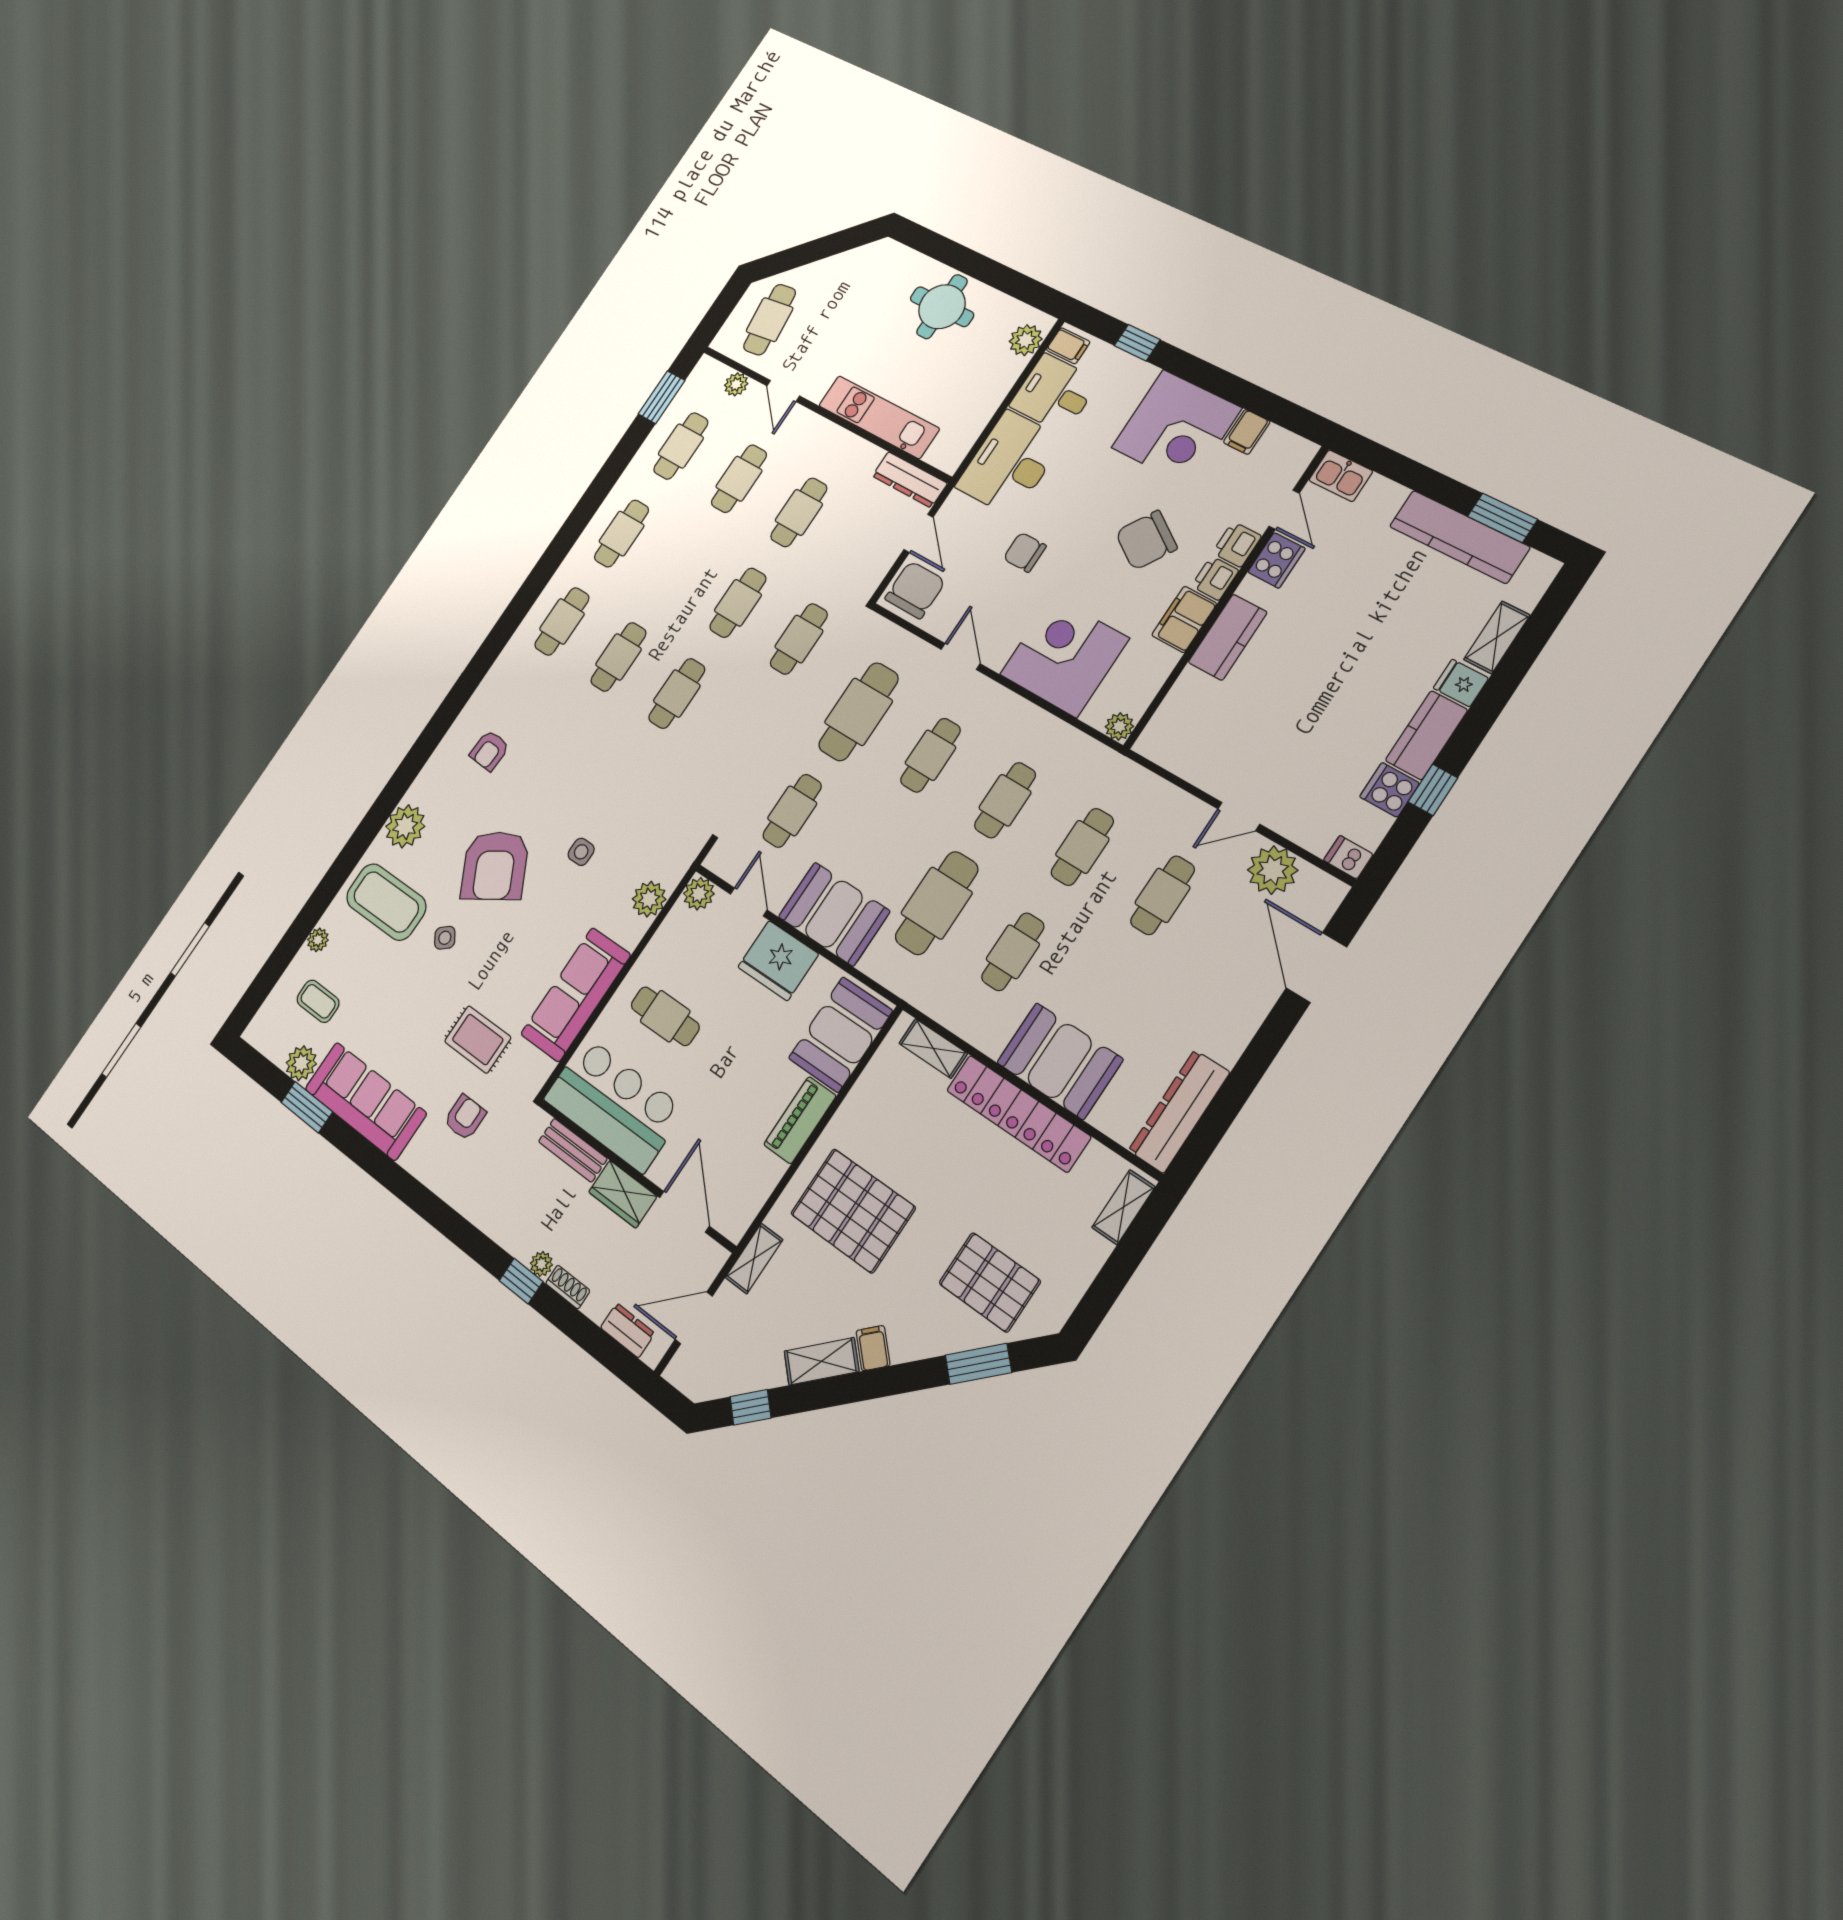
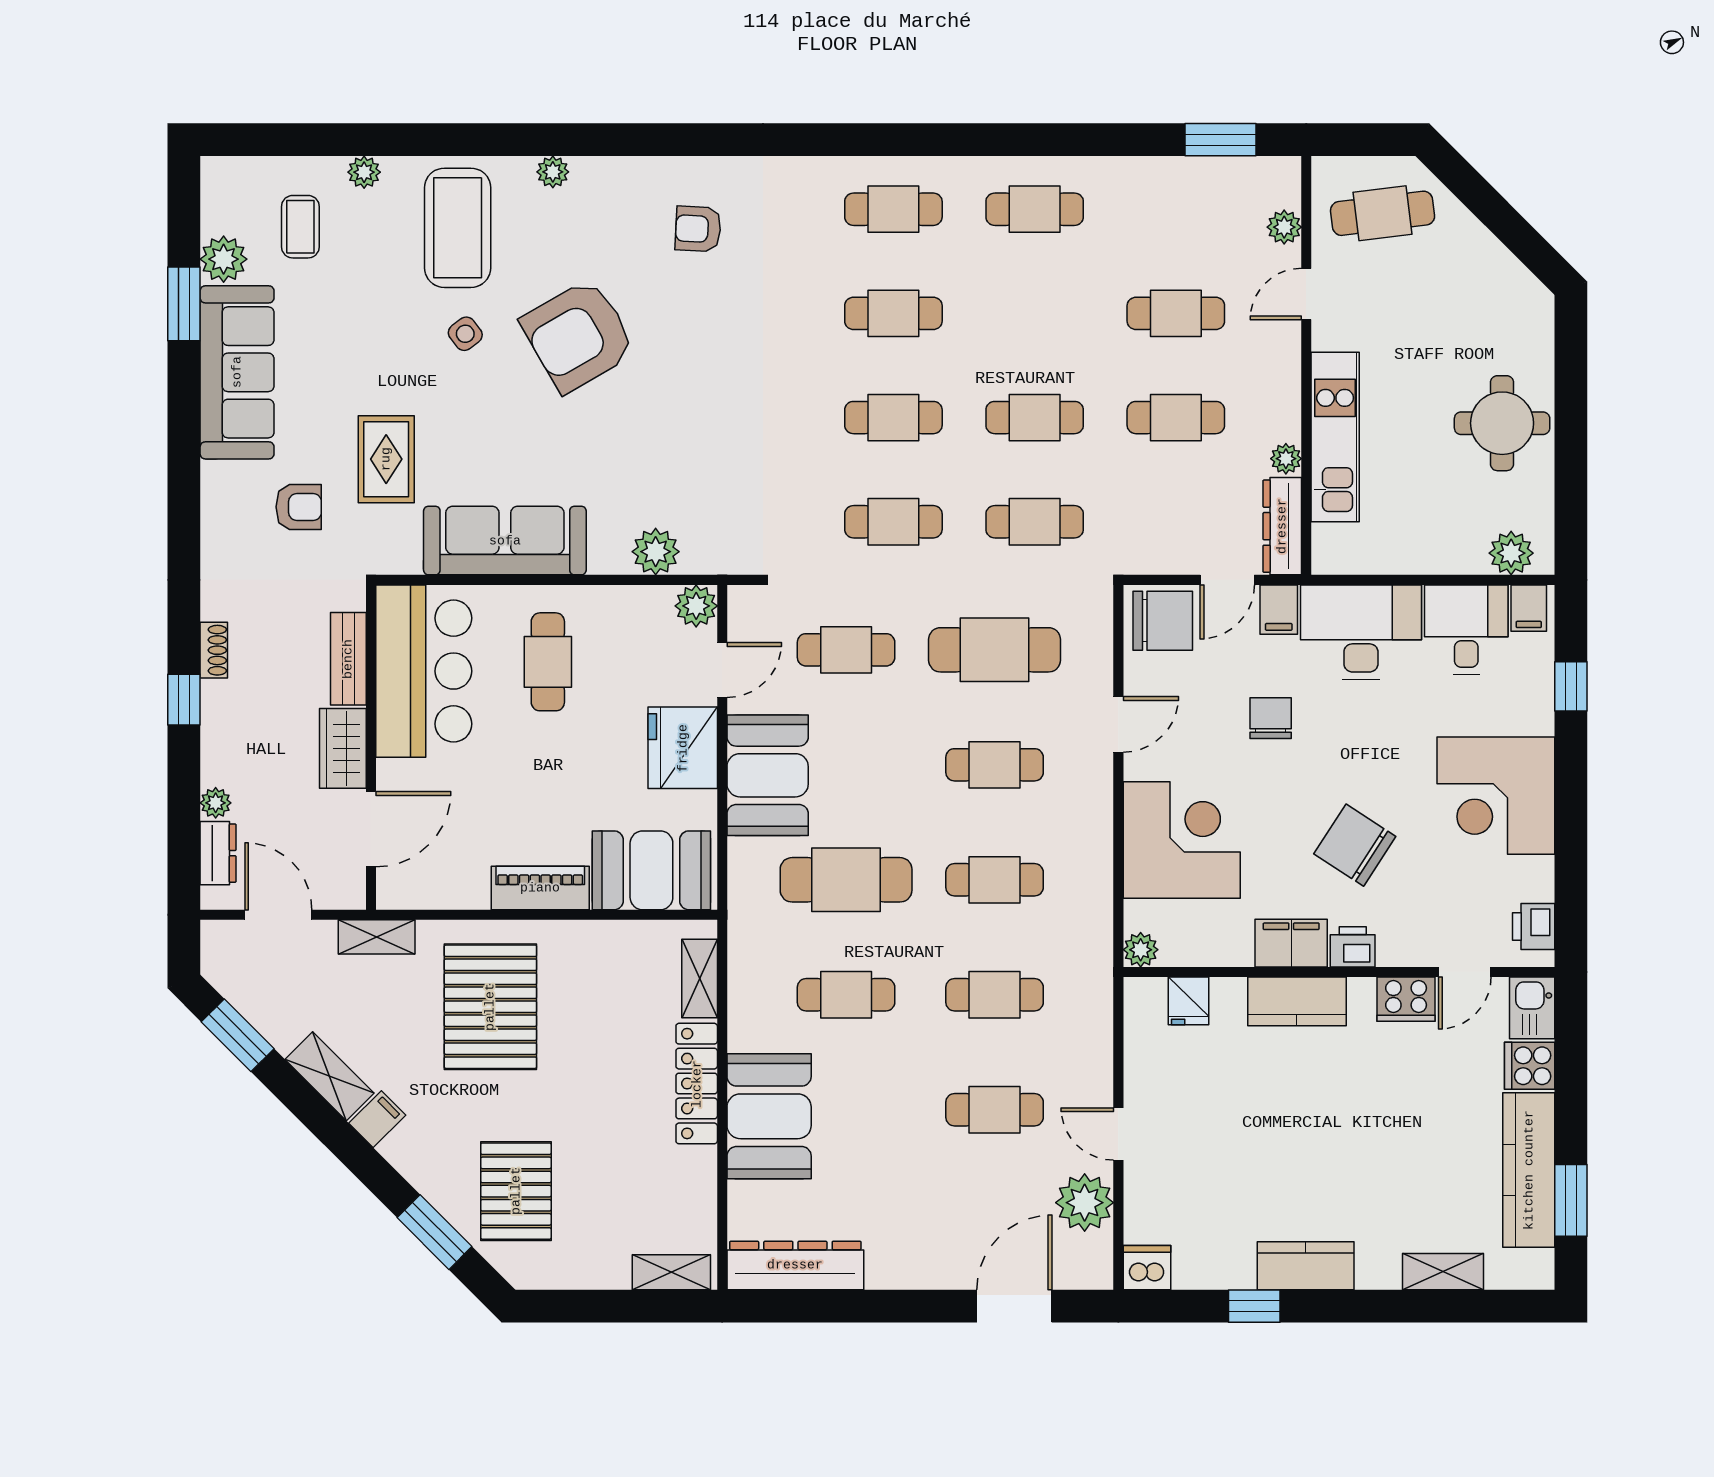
filing cabinet: (1247, 432) -> (1279, 610), moved, turned -90
cafe table: (681, 446) -> (893, 522), moved
plant: (871, 455) -> (1286, 459), added
printer: (1237, 544) -> (1534, 926), moved, turned -90
fridge: (1461, 683) -> (1189, 1001), moved, turned 180
cooker: (1390, 790) -> (1530, 1066), moved, turned -90
plant: (405, 826) -> (553, 172), width x0.53, depth x0.53
side table: (581, 852) -> (656, 431), removed
dishwasher: (1348, 857) -> (1147, 1268), width x1.38
locker: (1018, 1113) -> (697, 1084), width x0.71, depth x0.83
plant: (541, 1264) -> (216, 803), moved
shoe rack: (568, 1287) -> (214, 650), moved
window: (750, 1407) -> (238, 1035), width x1.50

